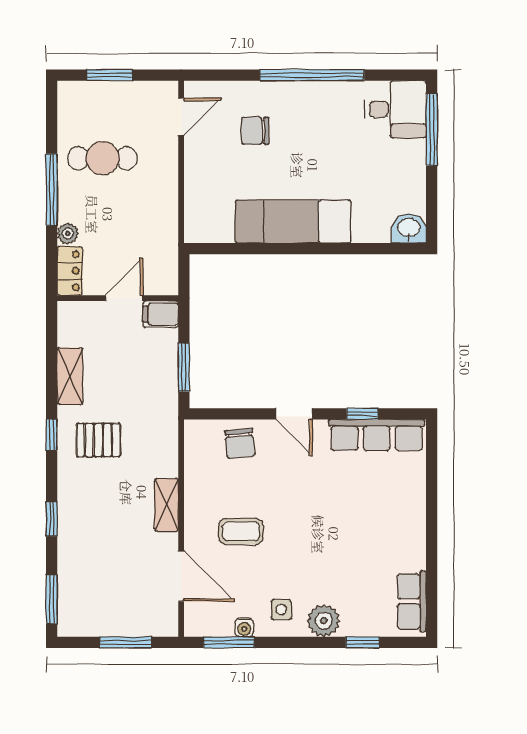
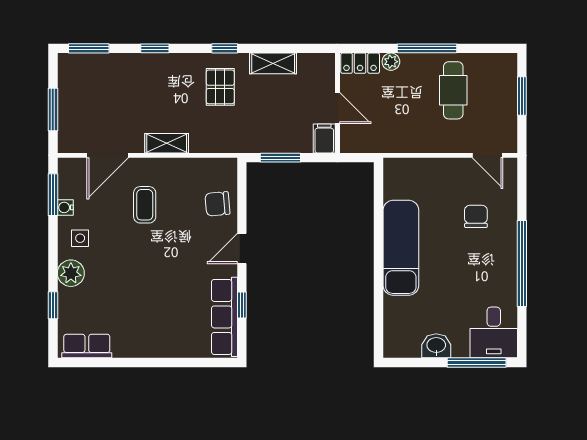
washbasin: (409, 228) -> (436, 346), moved, turned -90

